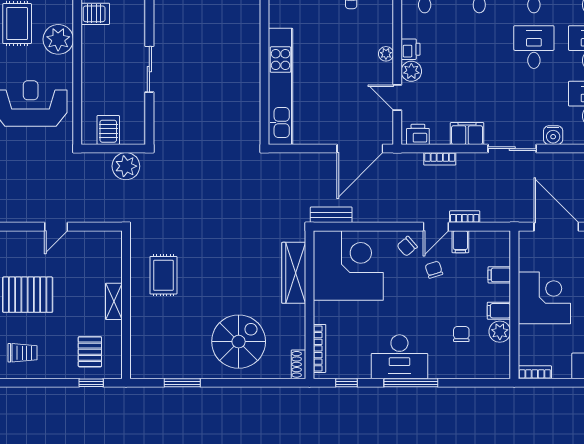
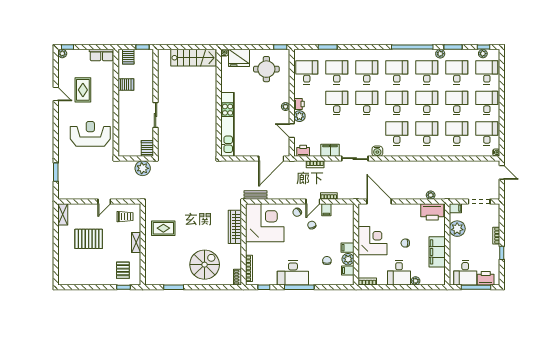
plant: (58, 39) -> (105, 99), removed
desk: (479, 47) -> (337, 103), added
server rack: (108, 130) -> (147, 148), moved
rug: (163, 275) -> (163, 228), turned 90
filing cabinet: (499, 275) -> (348, 270), moved
trolley: (22, 353) -> (125, 217), moved

